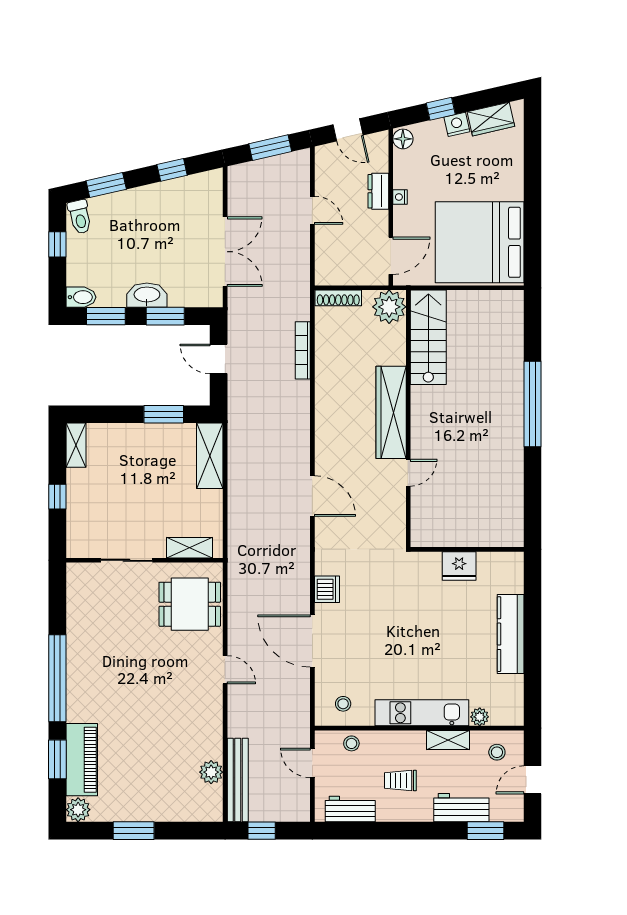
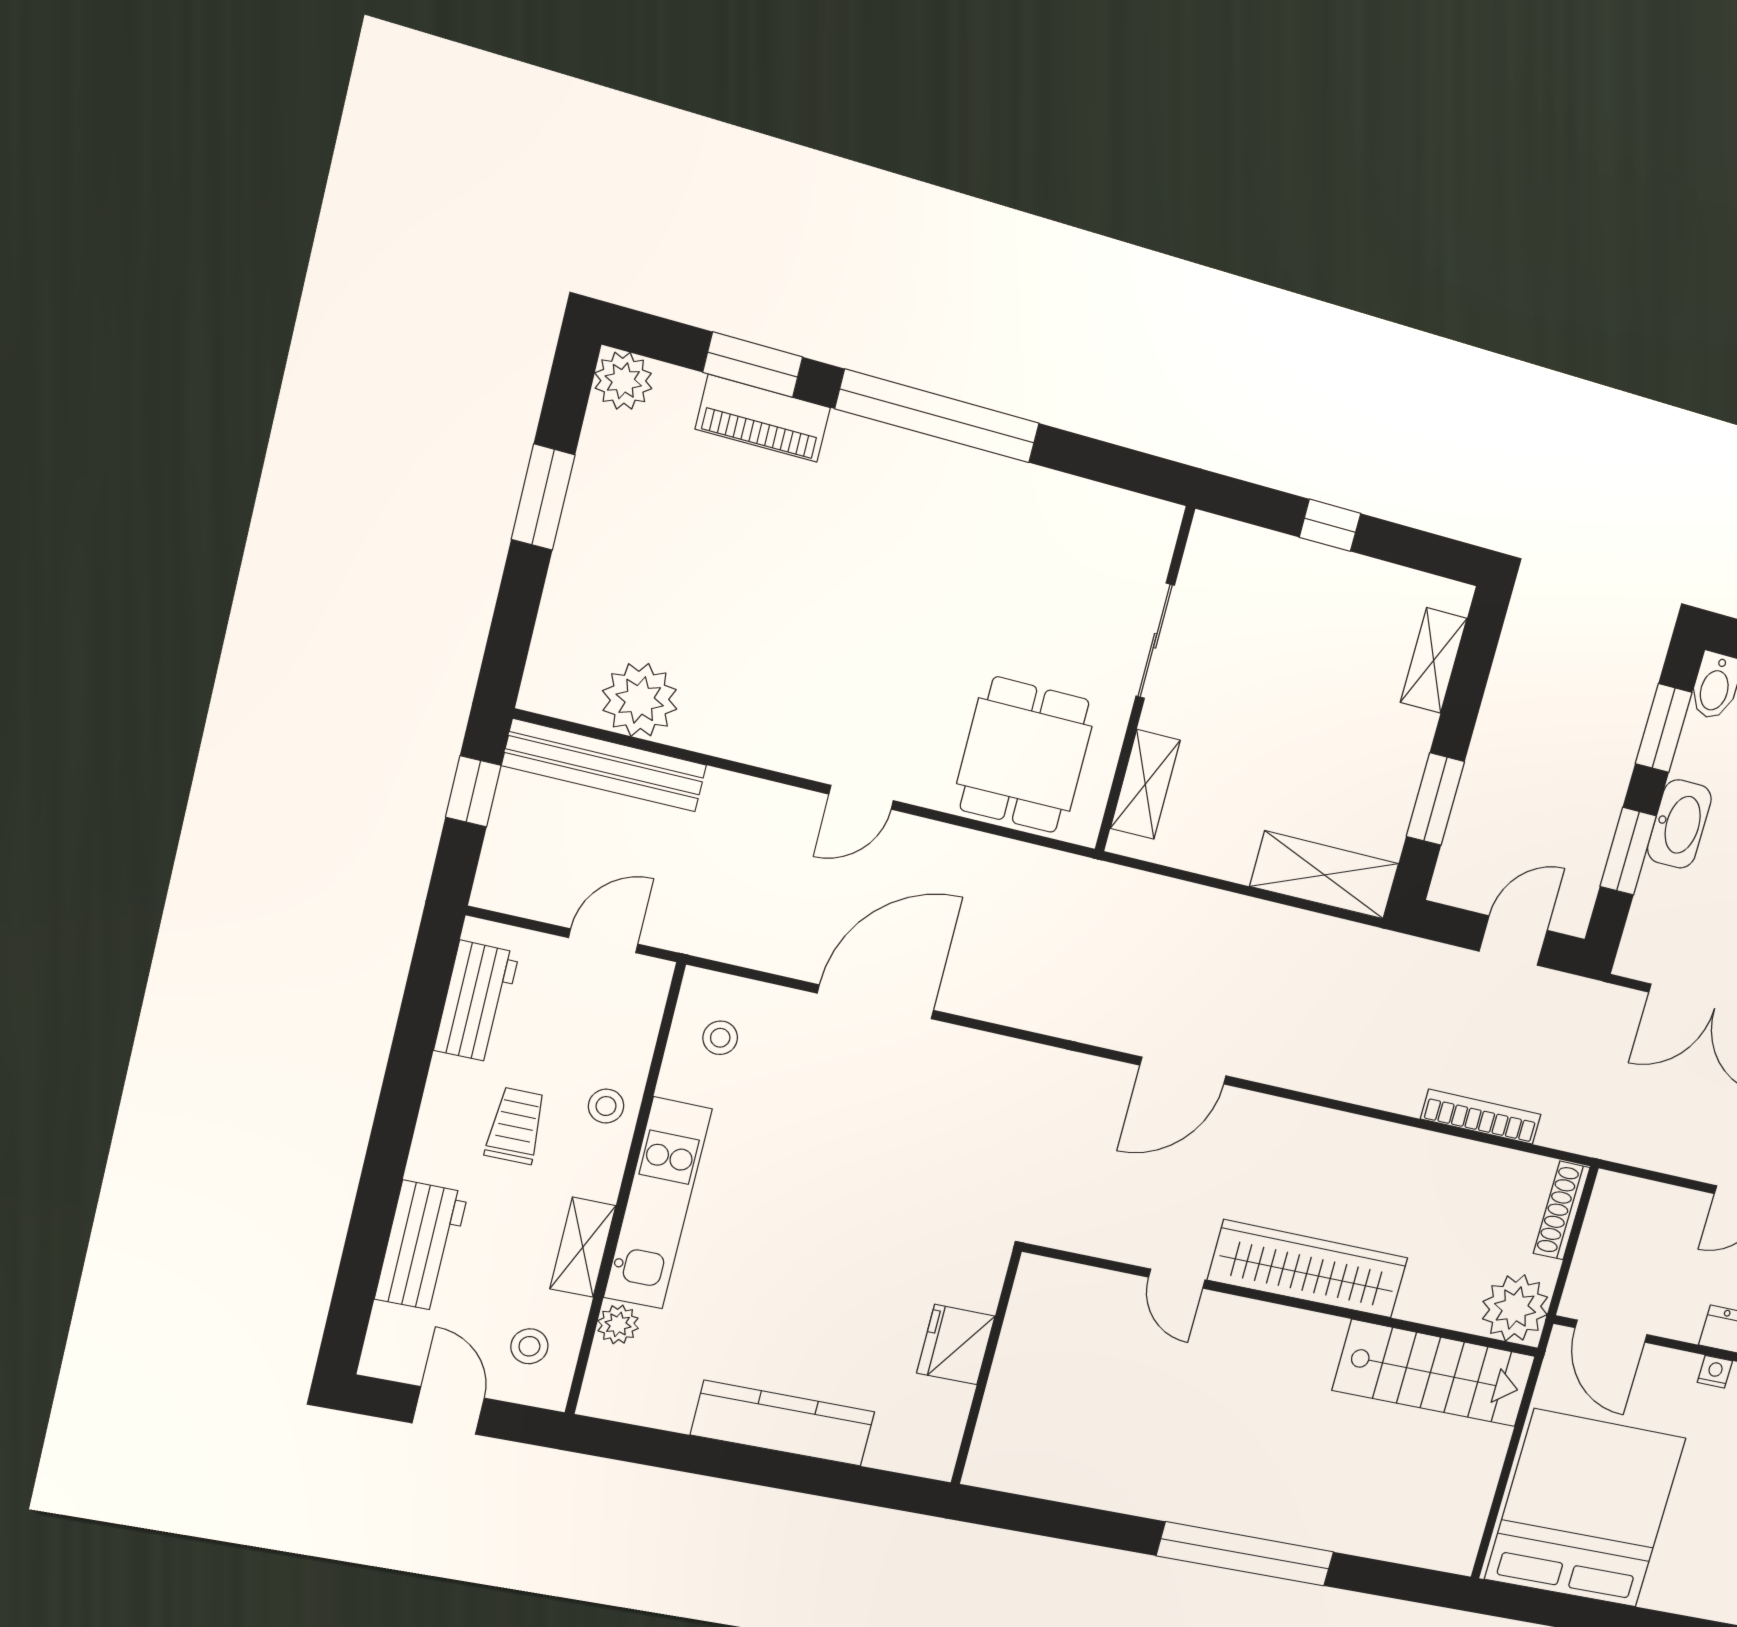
shelving: (76, 445) -> (1434, 660), moved, turned 90
dishwasher: (327, 589) -> (979, 1058), removed
stool: (351, 743) -> (606, 1106), moved
piano: (82, 760) -> (763, 418), width x0.73, depth x0.75
plant: (211, 772) -> (640, 700), width x1.36, depth x1.36
window: (486, 831) -> (355, 1288), removed

